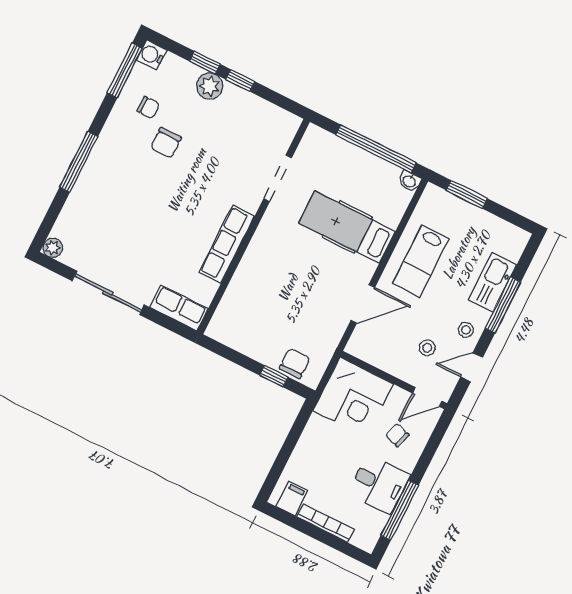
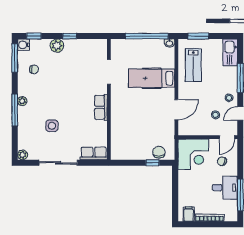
window: (205, 63) -> (34, 36), moved
chair: (166, 143) -> (50, 81), removed
plant: (100, 153) -> (22, 101), added
side table: (130, 222) -> (52, 126), added
row of seats: (227, 244) -> (101, 107), width x0.68
lab bench: (421, 261) -> (193, 65), moved
kitchen sink: (493, 282) -> (230, 52), moved

